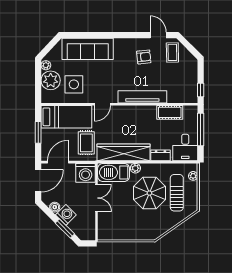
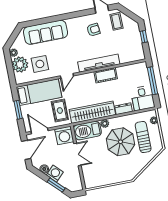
window: (201, 90) -> (144, 37), moved
cot: (170, 112) -> (106, 75), moved
door: (58, 162) -> (40, 131), hinge flipped

